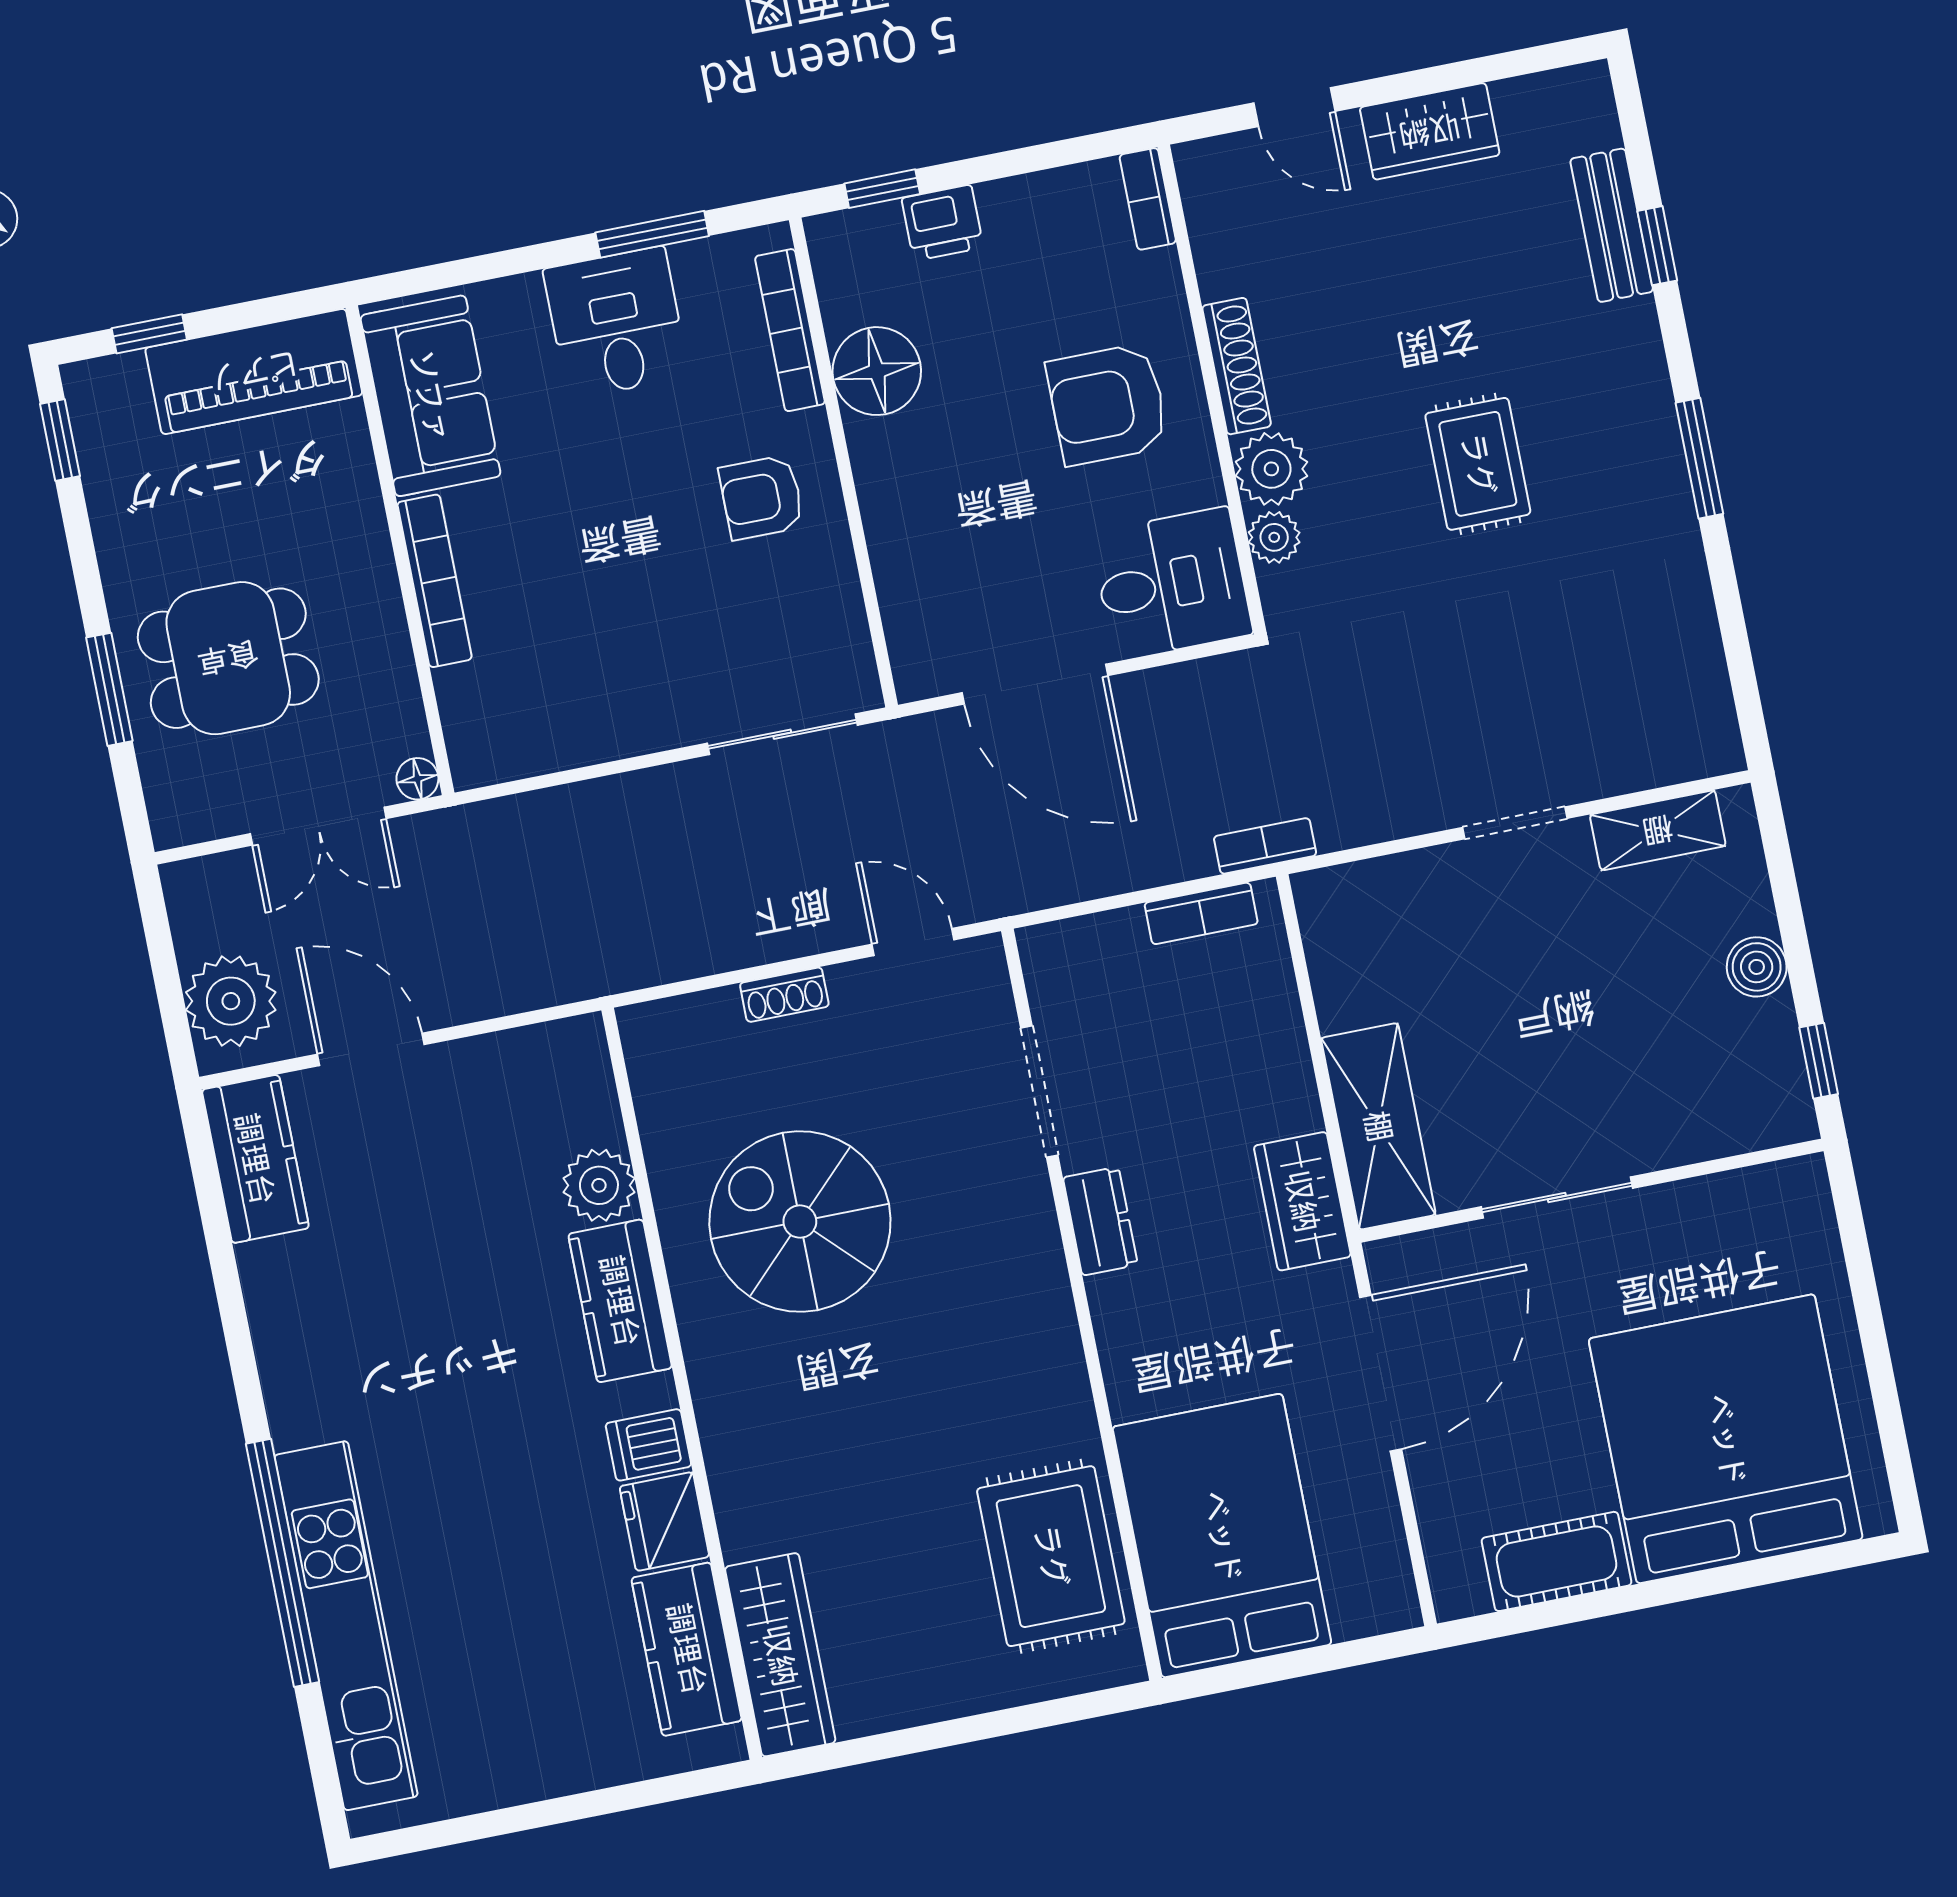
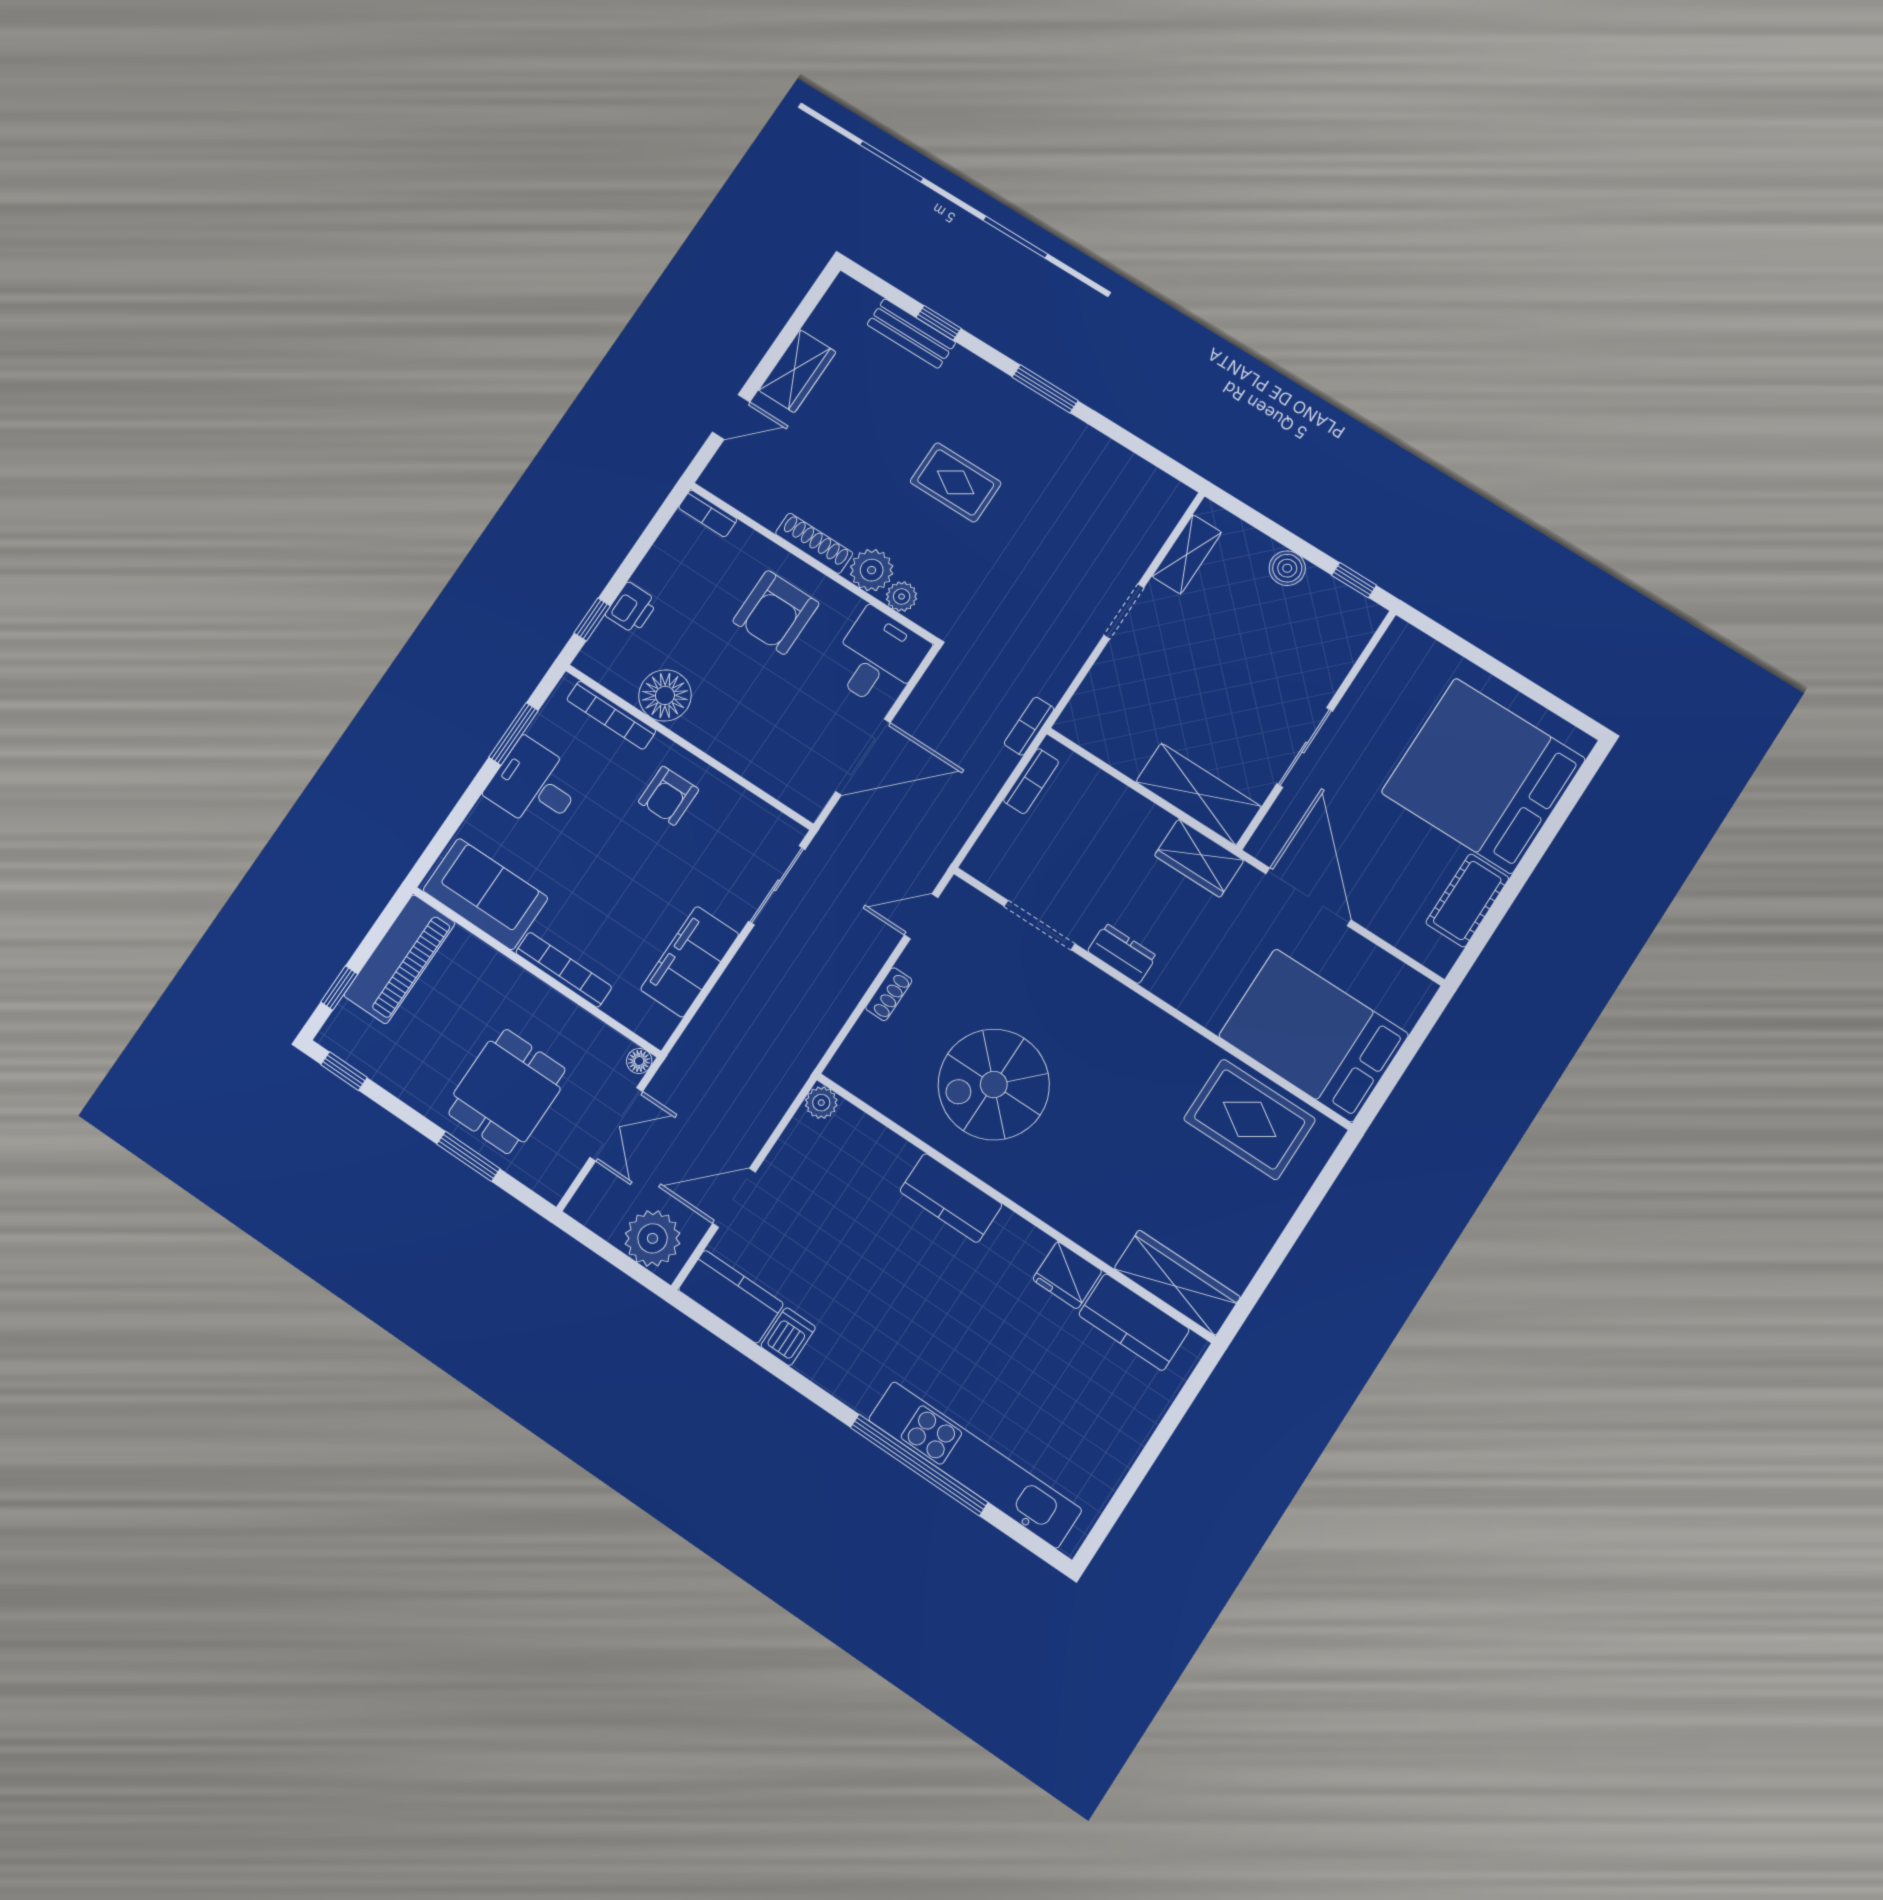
filing cabinet: (591, 721) -> (690, 962), added
plant: (599, 1185) -> (821, 1103), moved, width x0.73, depth x0.73
dishwasher: (648, 1445) -> (788, 1337), moved, turned 180

